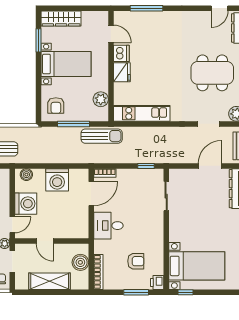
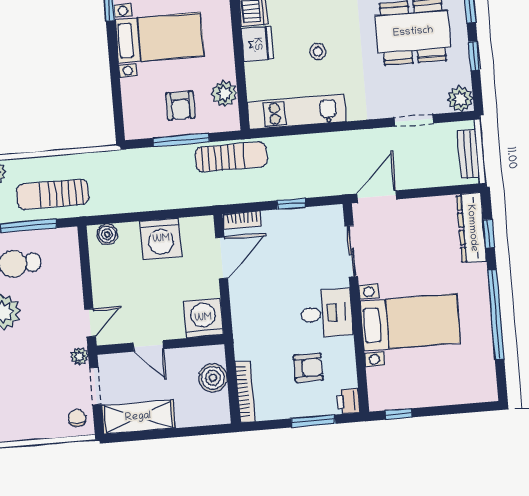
stool: (157, 80) -> (318, 52), added
armchair: (56, 106) -> (180, 106), moved
window: (146, 166) -> (291, 204), moved
door: (210, 166) -> (377, 197), moved
washing machine: (26, 204) -> (203, 318), moved, turned -90
desk: (108, 226) -> (326, 313), moved, turned 180
bed with nightstands: (197, 266) -> (410, 322), moved
shelving: (50, 281) -> (138, 417), moved

